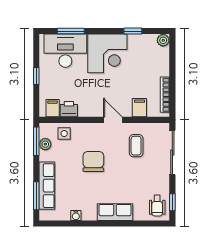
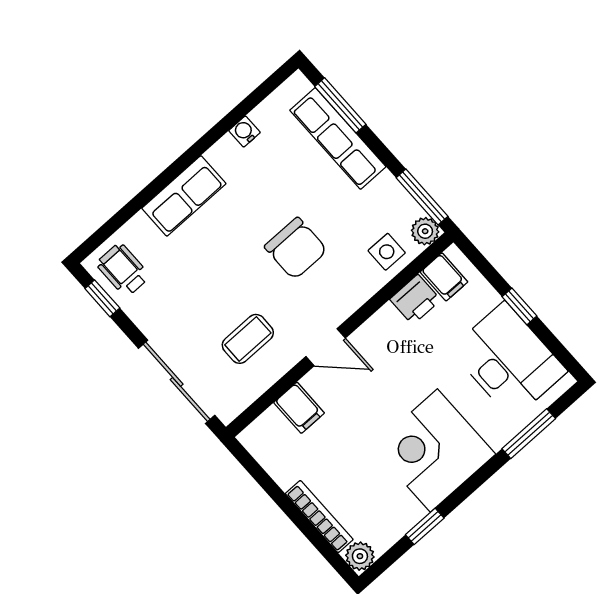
desk: (65, 51) -> (509, 361), moved, turned -90
bookcase: (165, 95) -> (319, 517), moved
plant: (45, 144) -> (425, 231), moved
coffee table: (136, 146) -> (248, 339), turned 90

